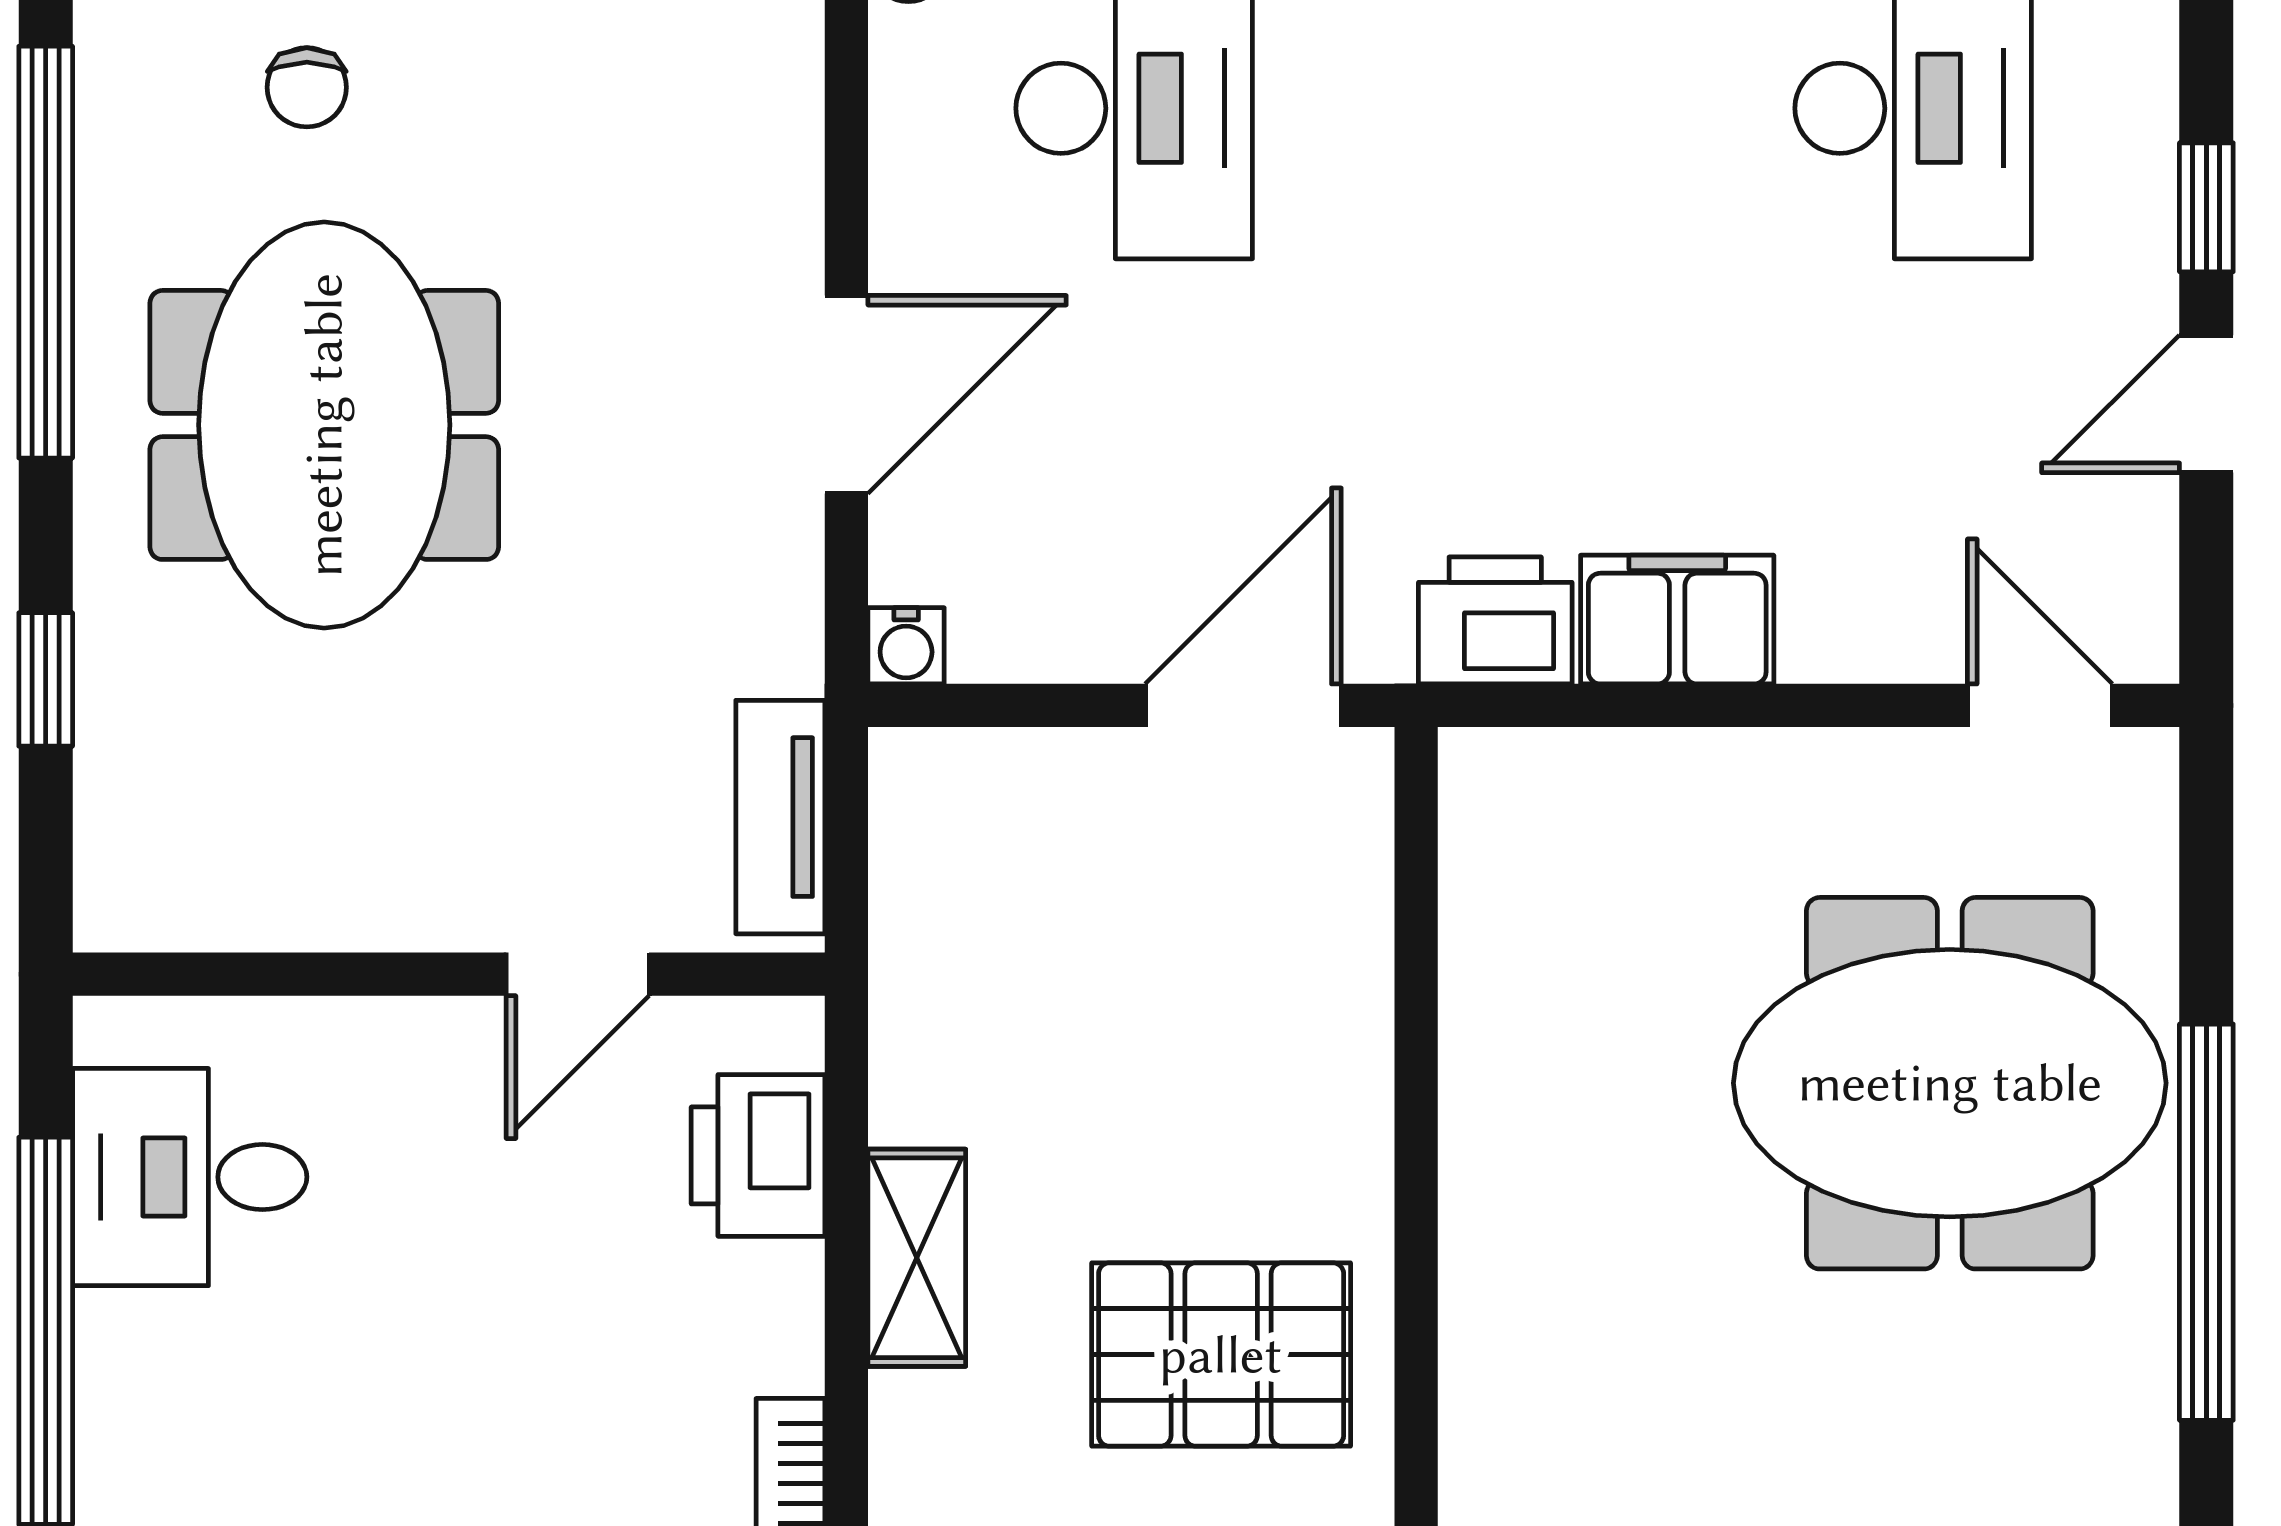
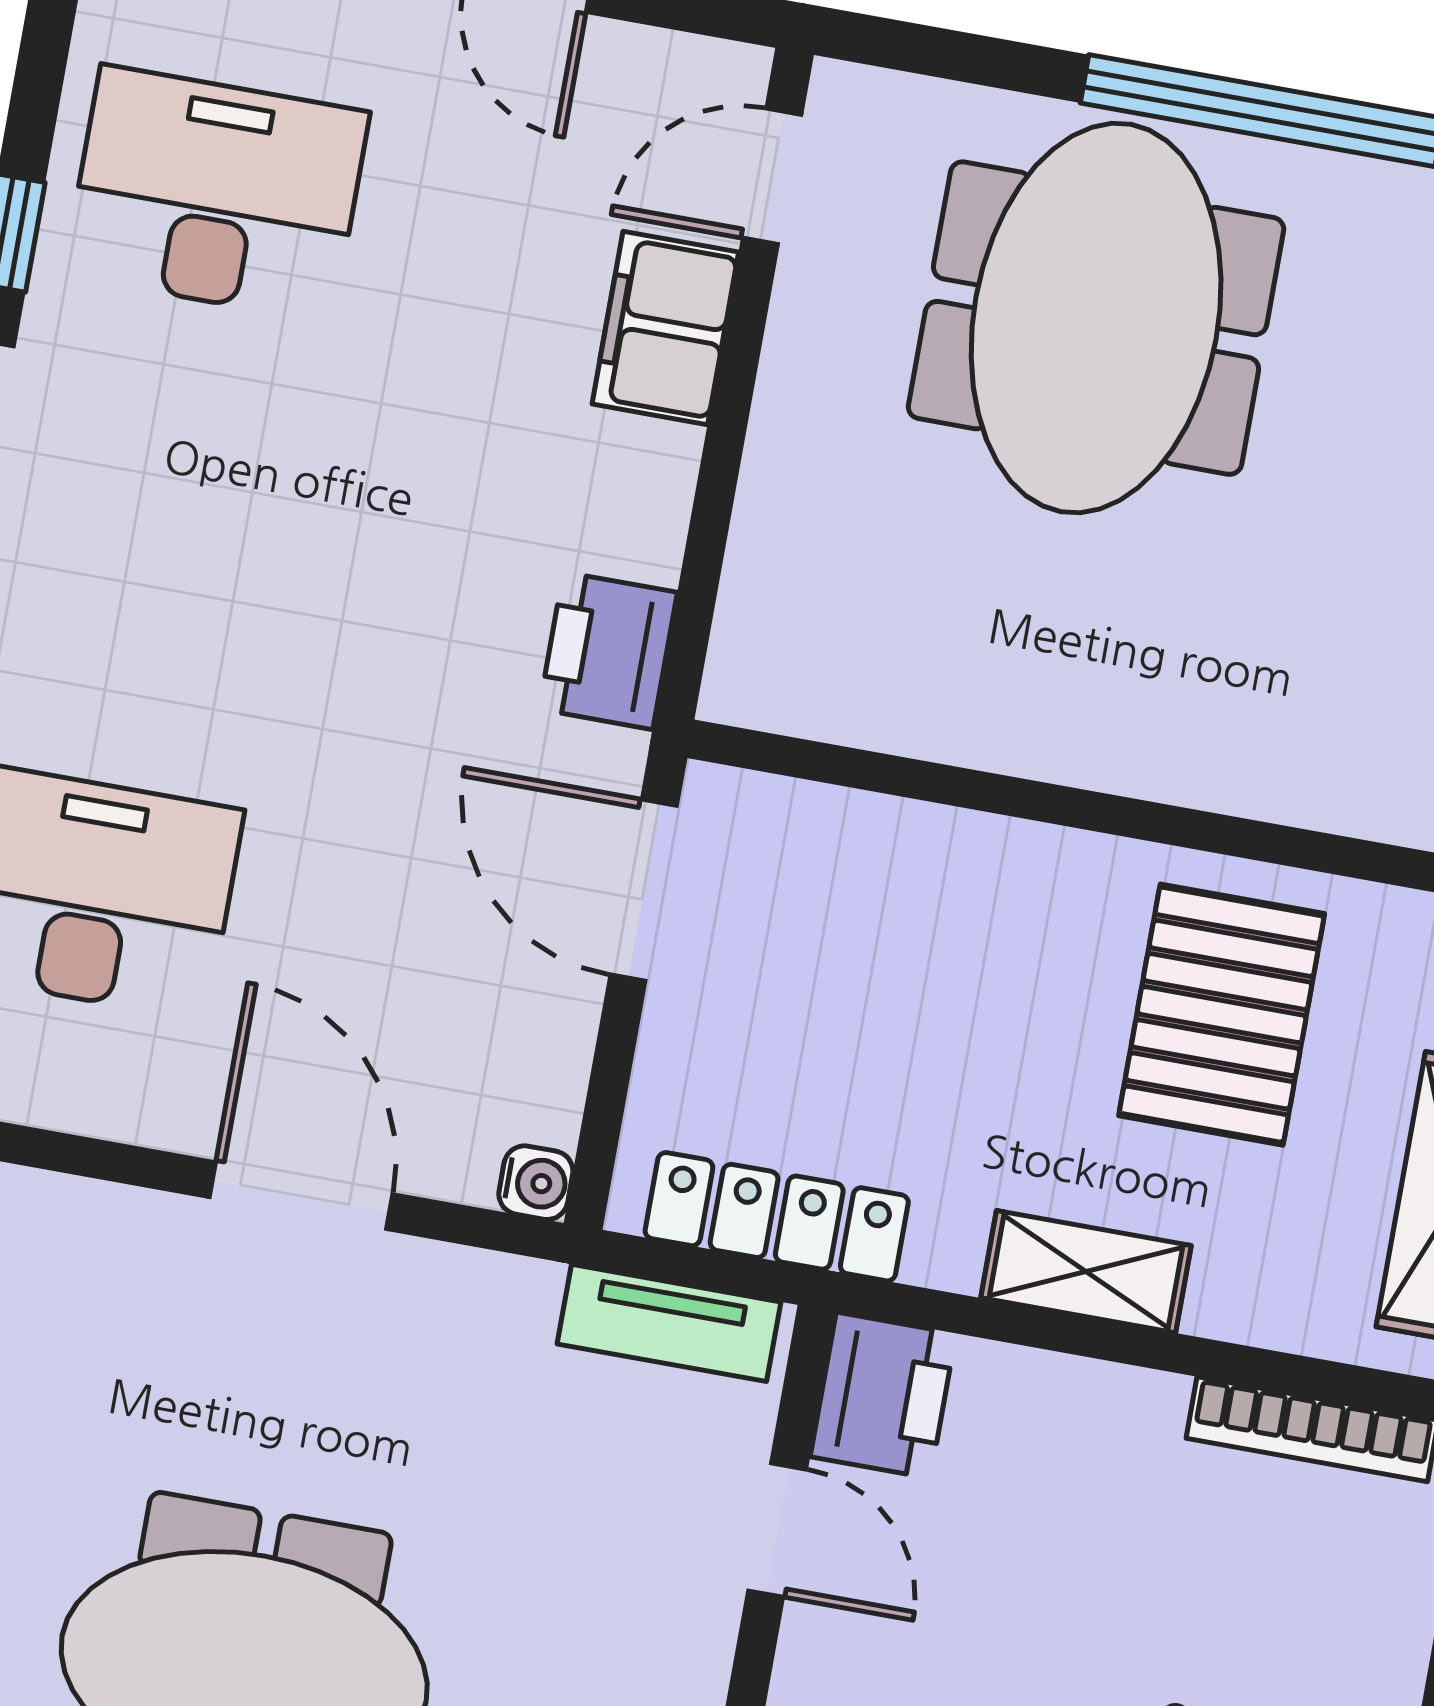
filing cabinet: (1677, 620) -> (665, 328), moved
locker: (916, 913) -> (777, 1217), added
printer: (758, 1155) -> (883, 1395), moved, turned -90

